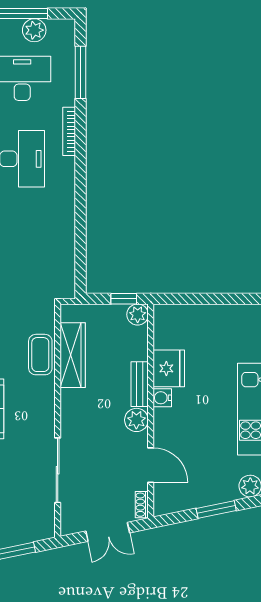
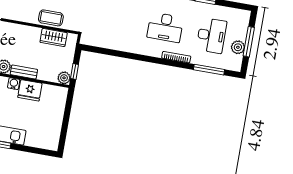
wardrobe: (73, 355) -> (54, 37), width x0.67

